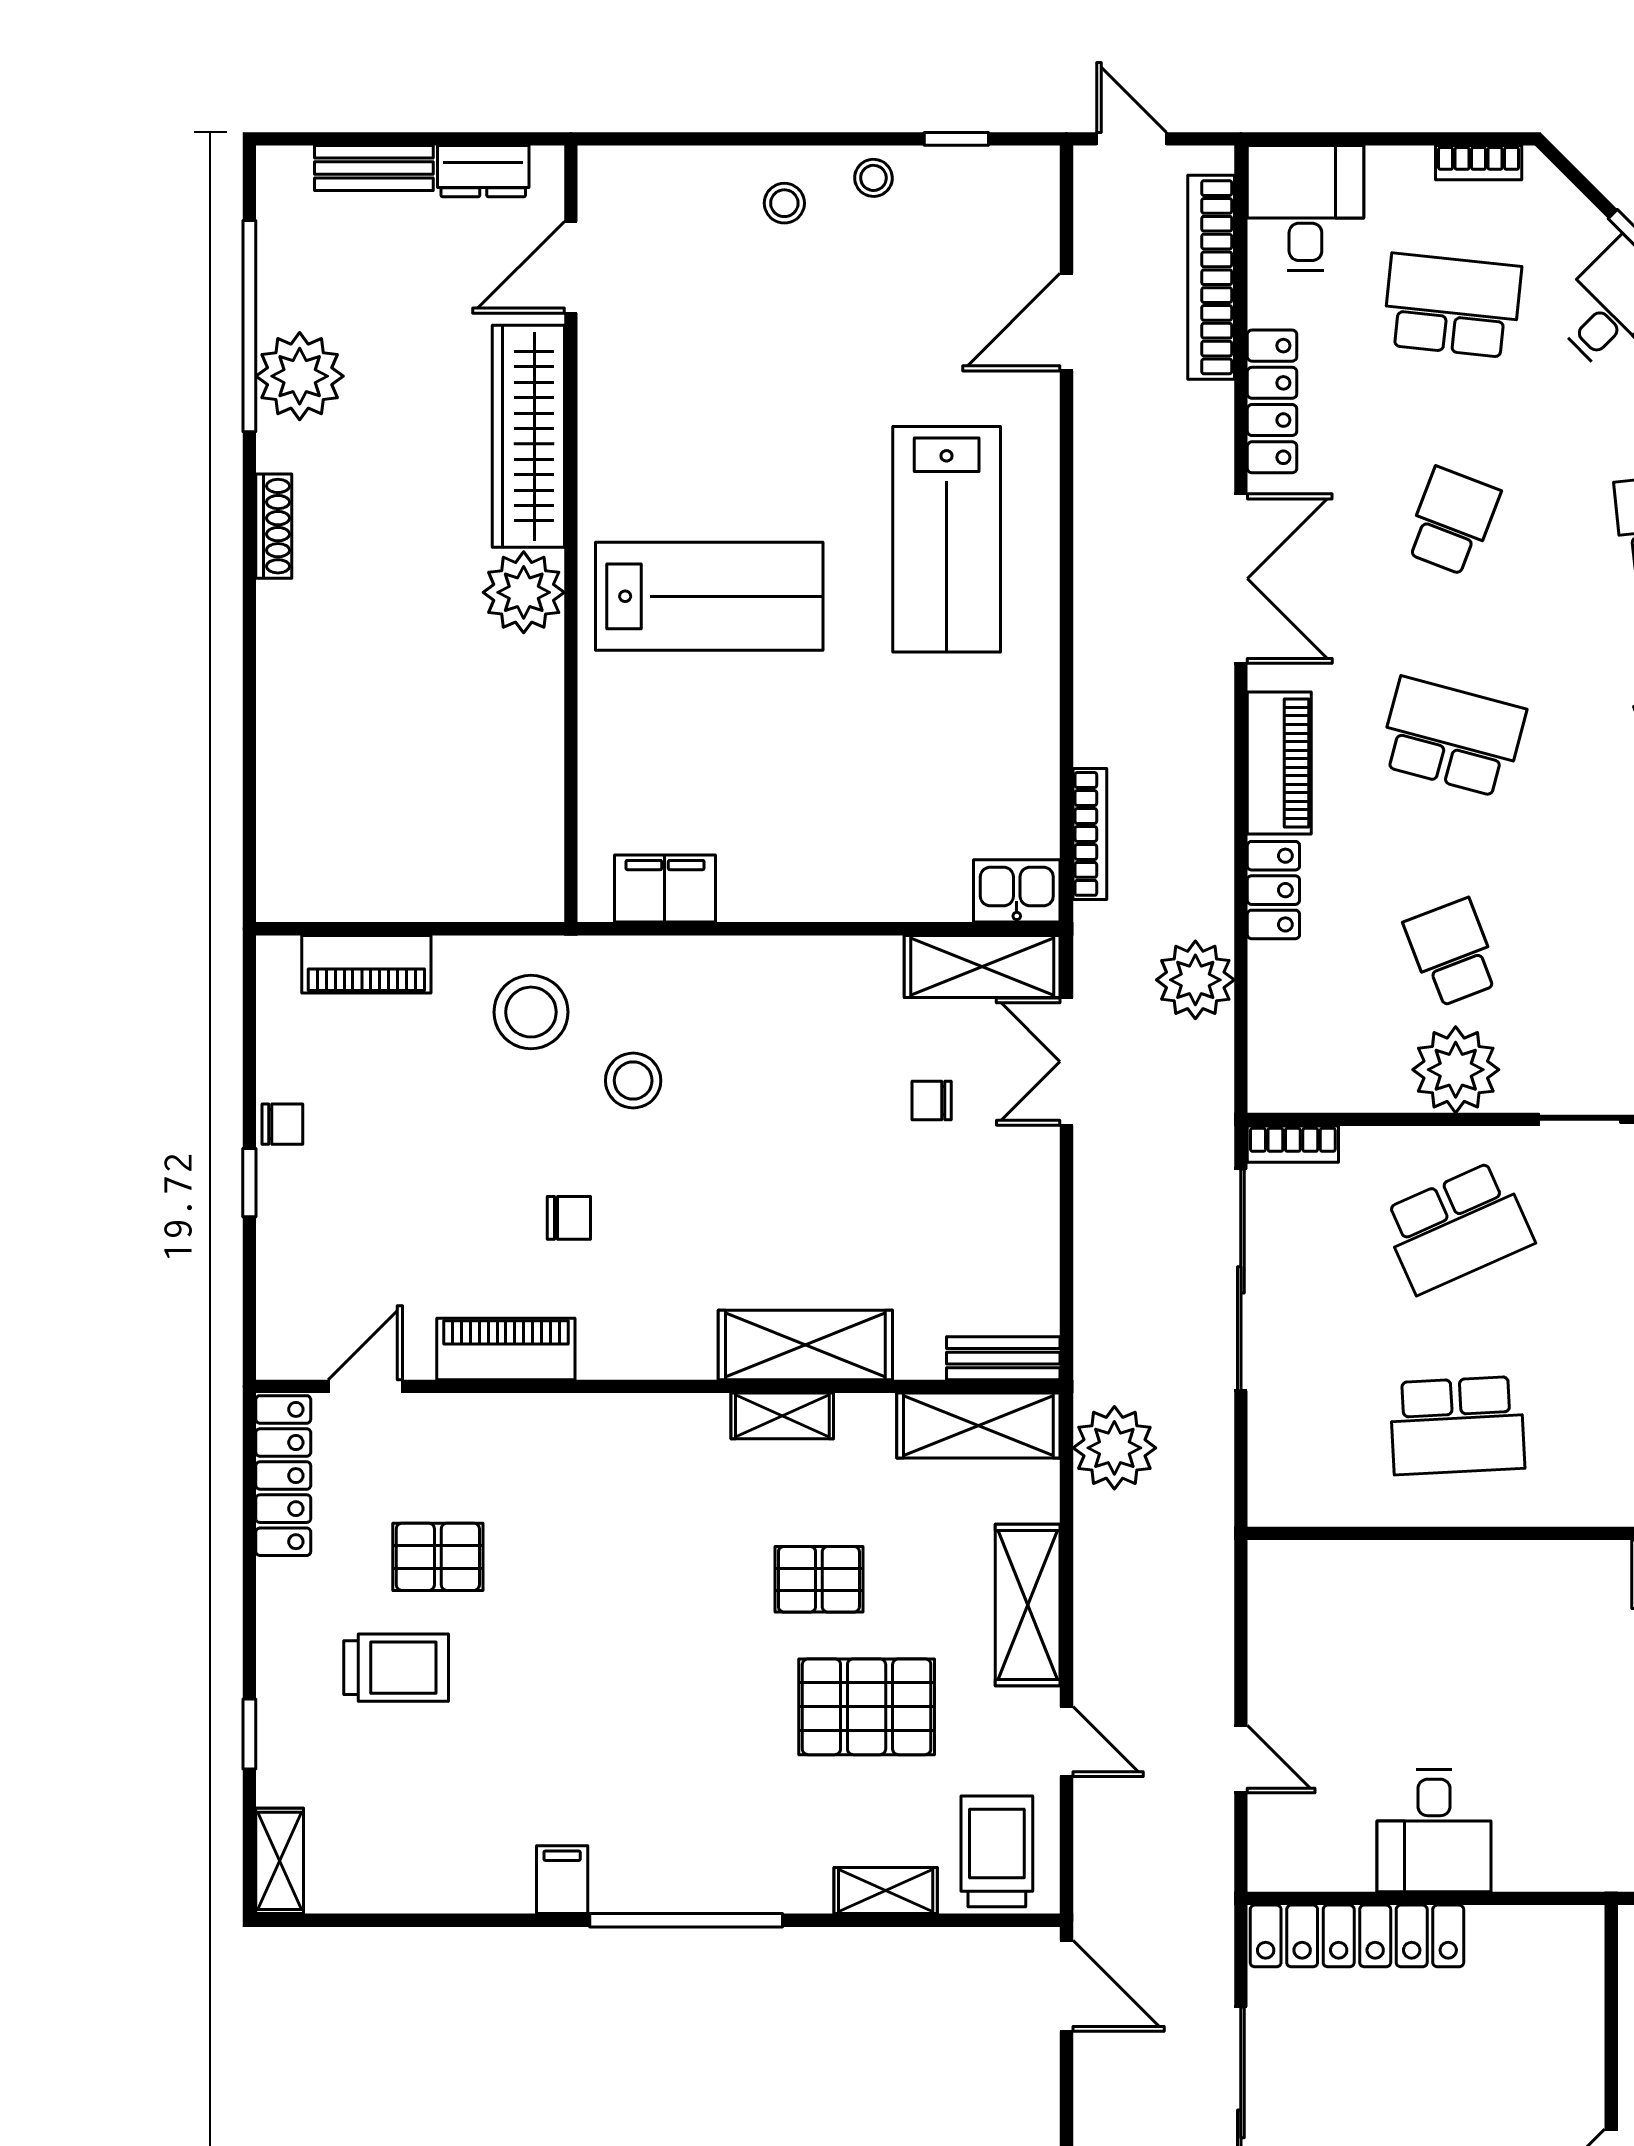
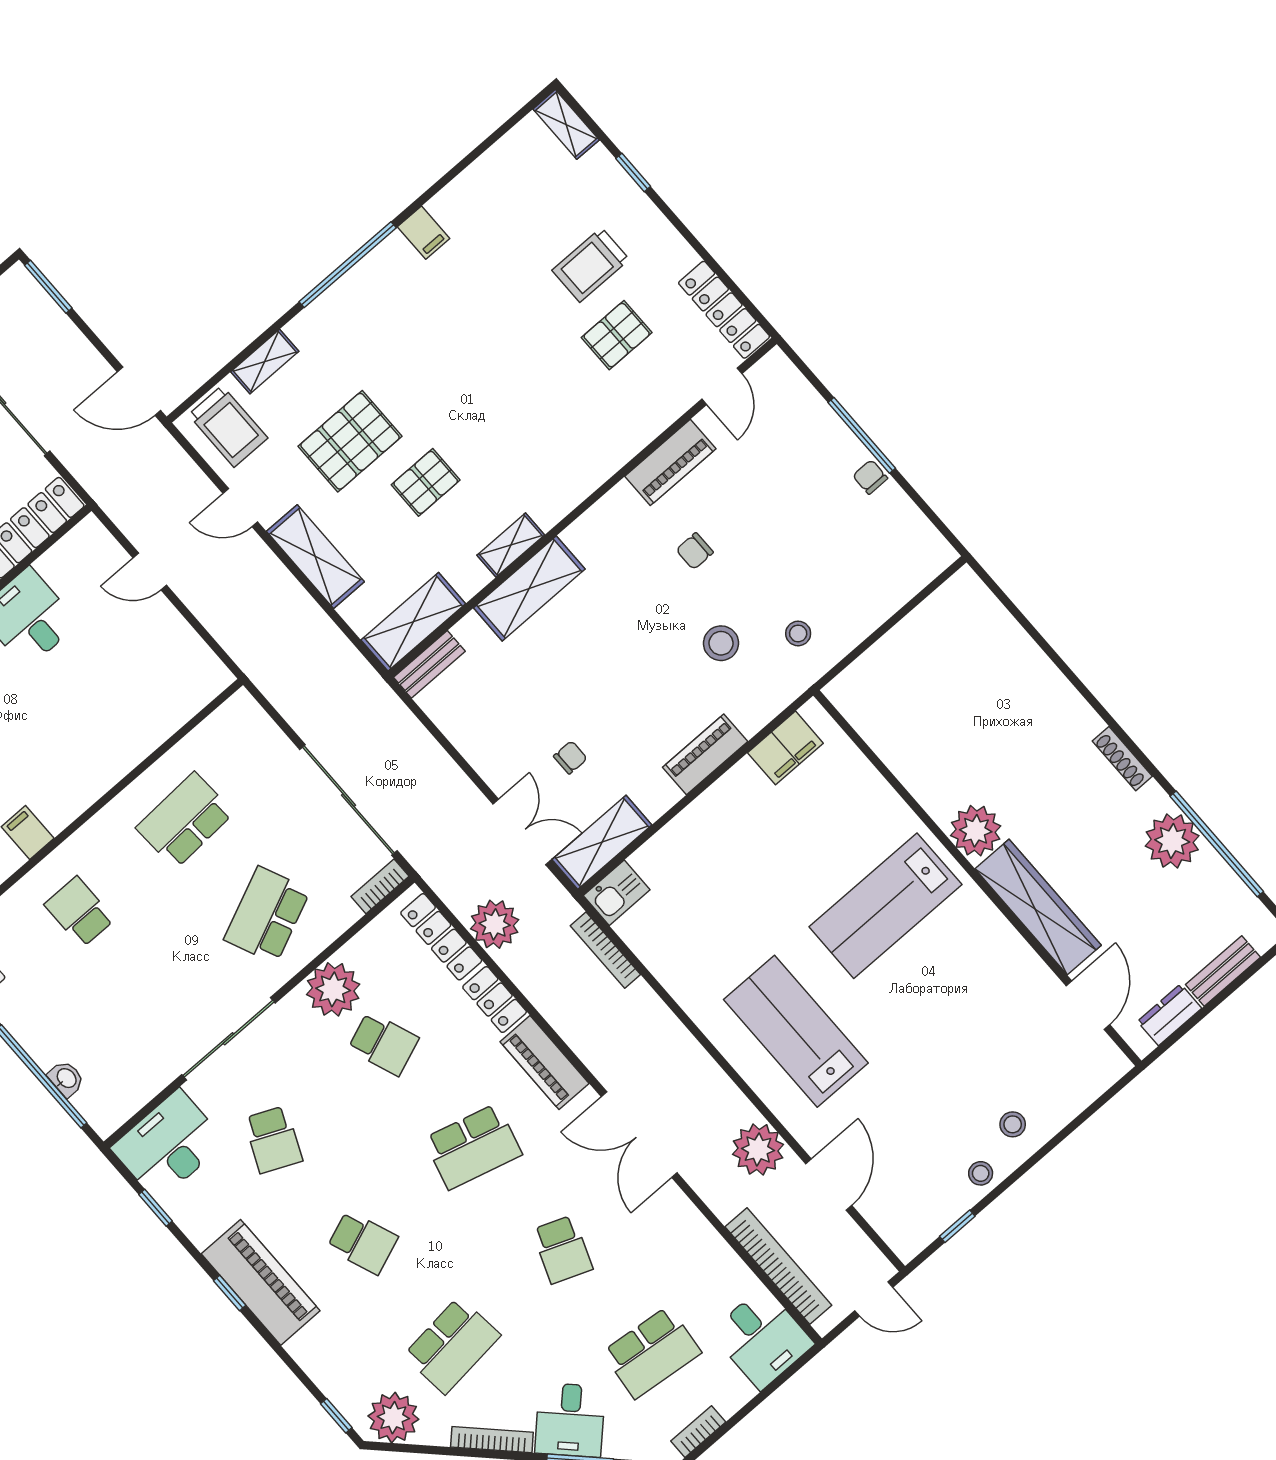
locker: (1272, 401) -> (441, 937), moved
piano: (366, 964) -> (705, 754), moved
stool: (531, 1012) -> (798, 633), width x0.53, depth x0.53
chair: (282, 1124) -> (870, 477), turned 90
window: (249, 1183) -> (862, 435), width x2.17
plant: (1114, 1448) -> (758, 1149), moved

